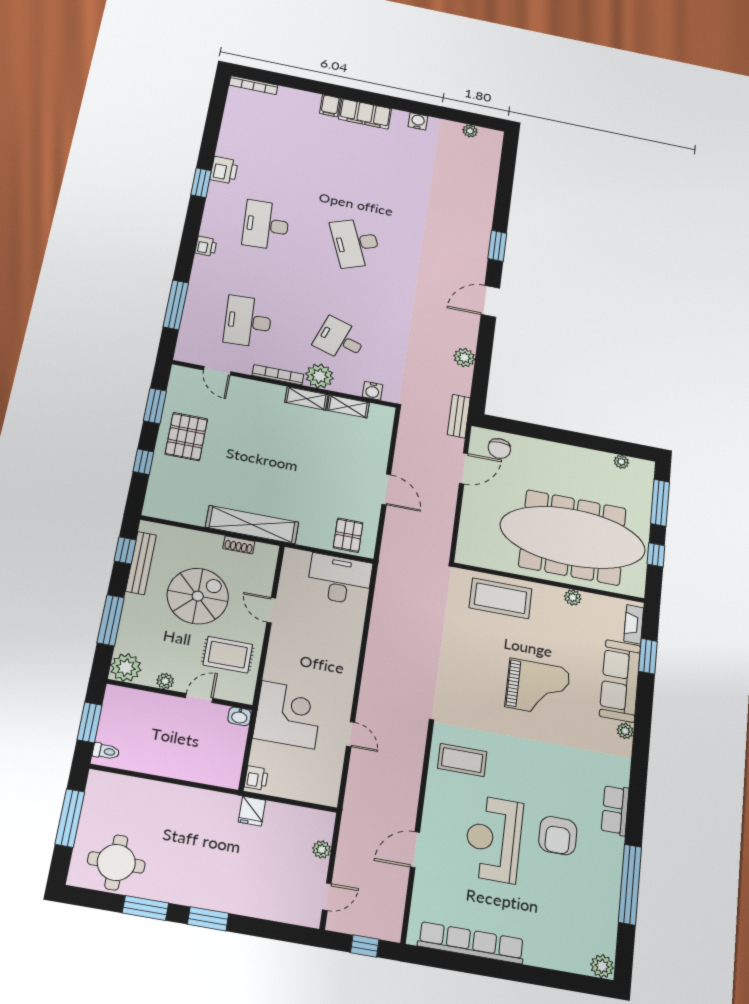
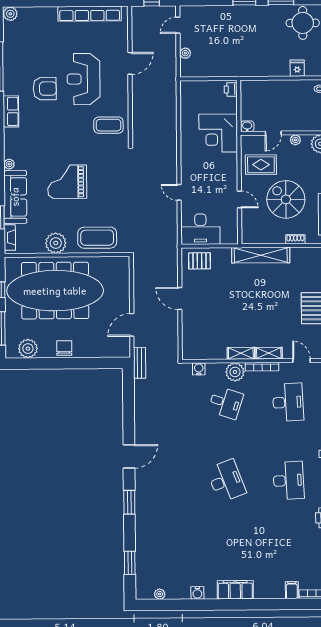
filing cabinet: (330, 106) -> (292, 590), moved
window: (506, 175) -> (130, 563), added
plant: (464, 358) -> (141, 408), removed
shelving: (348, 406) -> (269, 353), moved
chair: (499, 449) -> (64, 348), moved
plant: (621, 462) -> (28, 349), width x1.88, depth x1.88
pallet: (348, 535) -> (200, 261), turned 90
shoe rack: (239, 545) -> (295, 239), moved
spiral stairs: (198, 596) -> (286, 199), turned 90
plant: (573, 597) -> (56, 243), width x1.87, depth x1.87
door: (351, 734) -> (179, 192), moved
fridge: (252, 811) -> (297, 68), moved
armchair: (558, 836) -> (45, 89), turned 90
reception desk: (494, 839) -> (84, 79), turned 180

